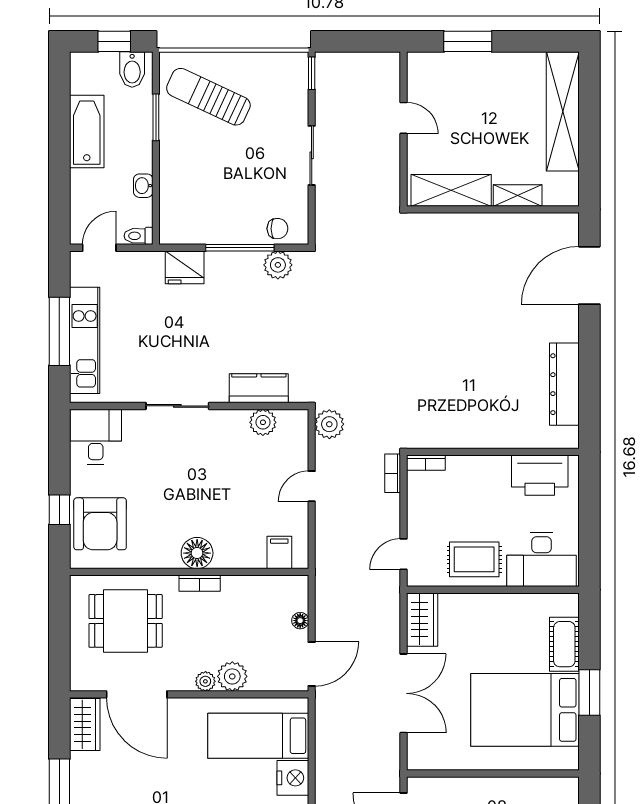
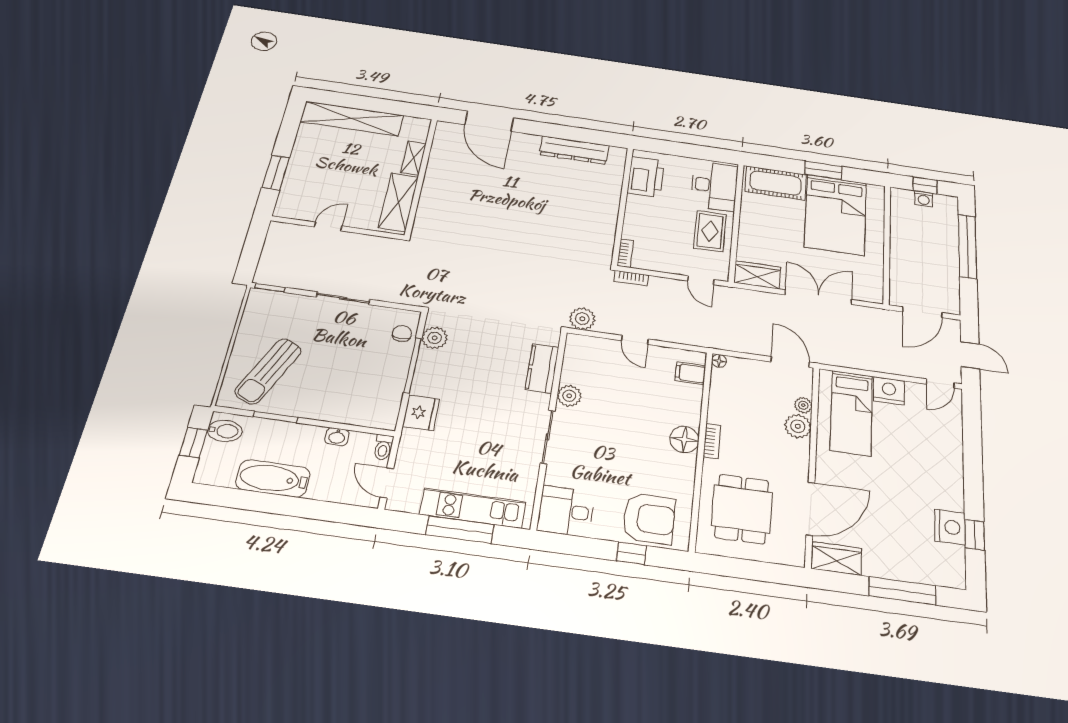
plant: (263, 422) -> (569, 396), moved
floor lamp: (300, 621) -> (719, 361), moved
cot: (564, 644) -> (776, 183), width x1.37, depth x1.34
plant: (205, 681) -> (803, 405), moved

